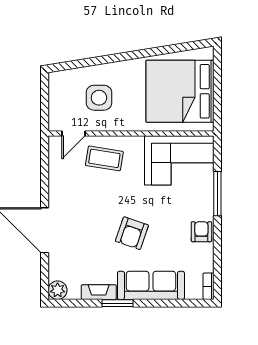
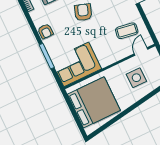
coffee table: (104, 158) -> (127, 31), moved

